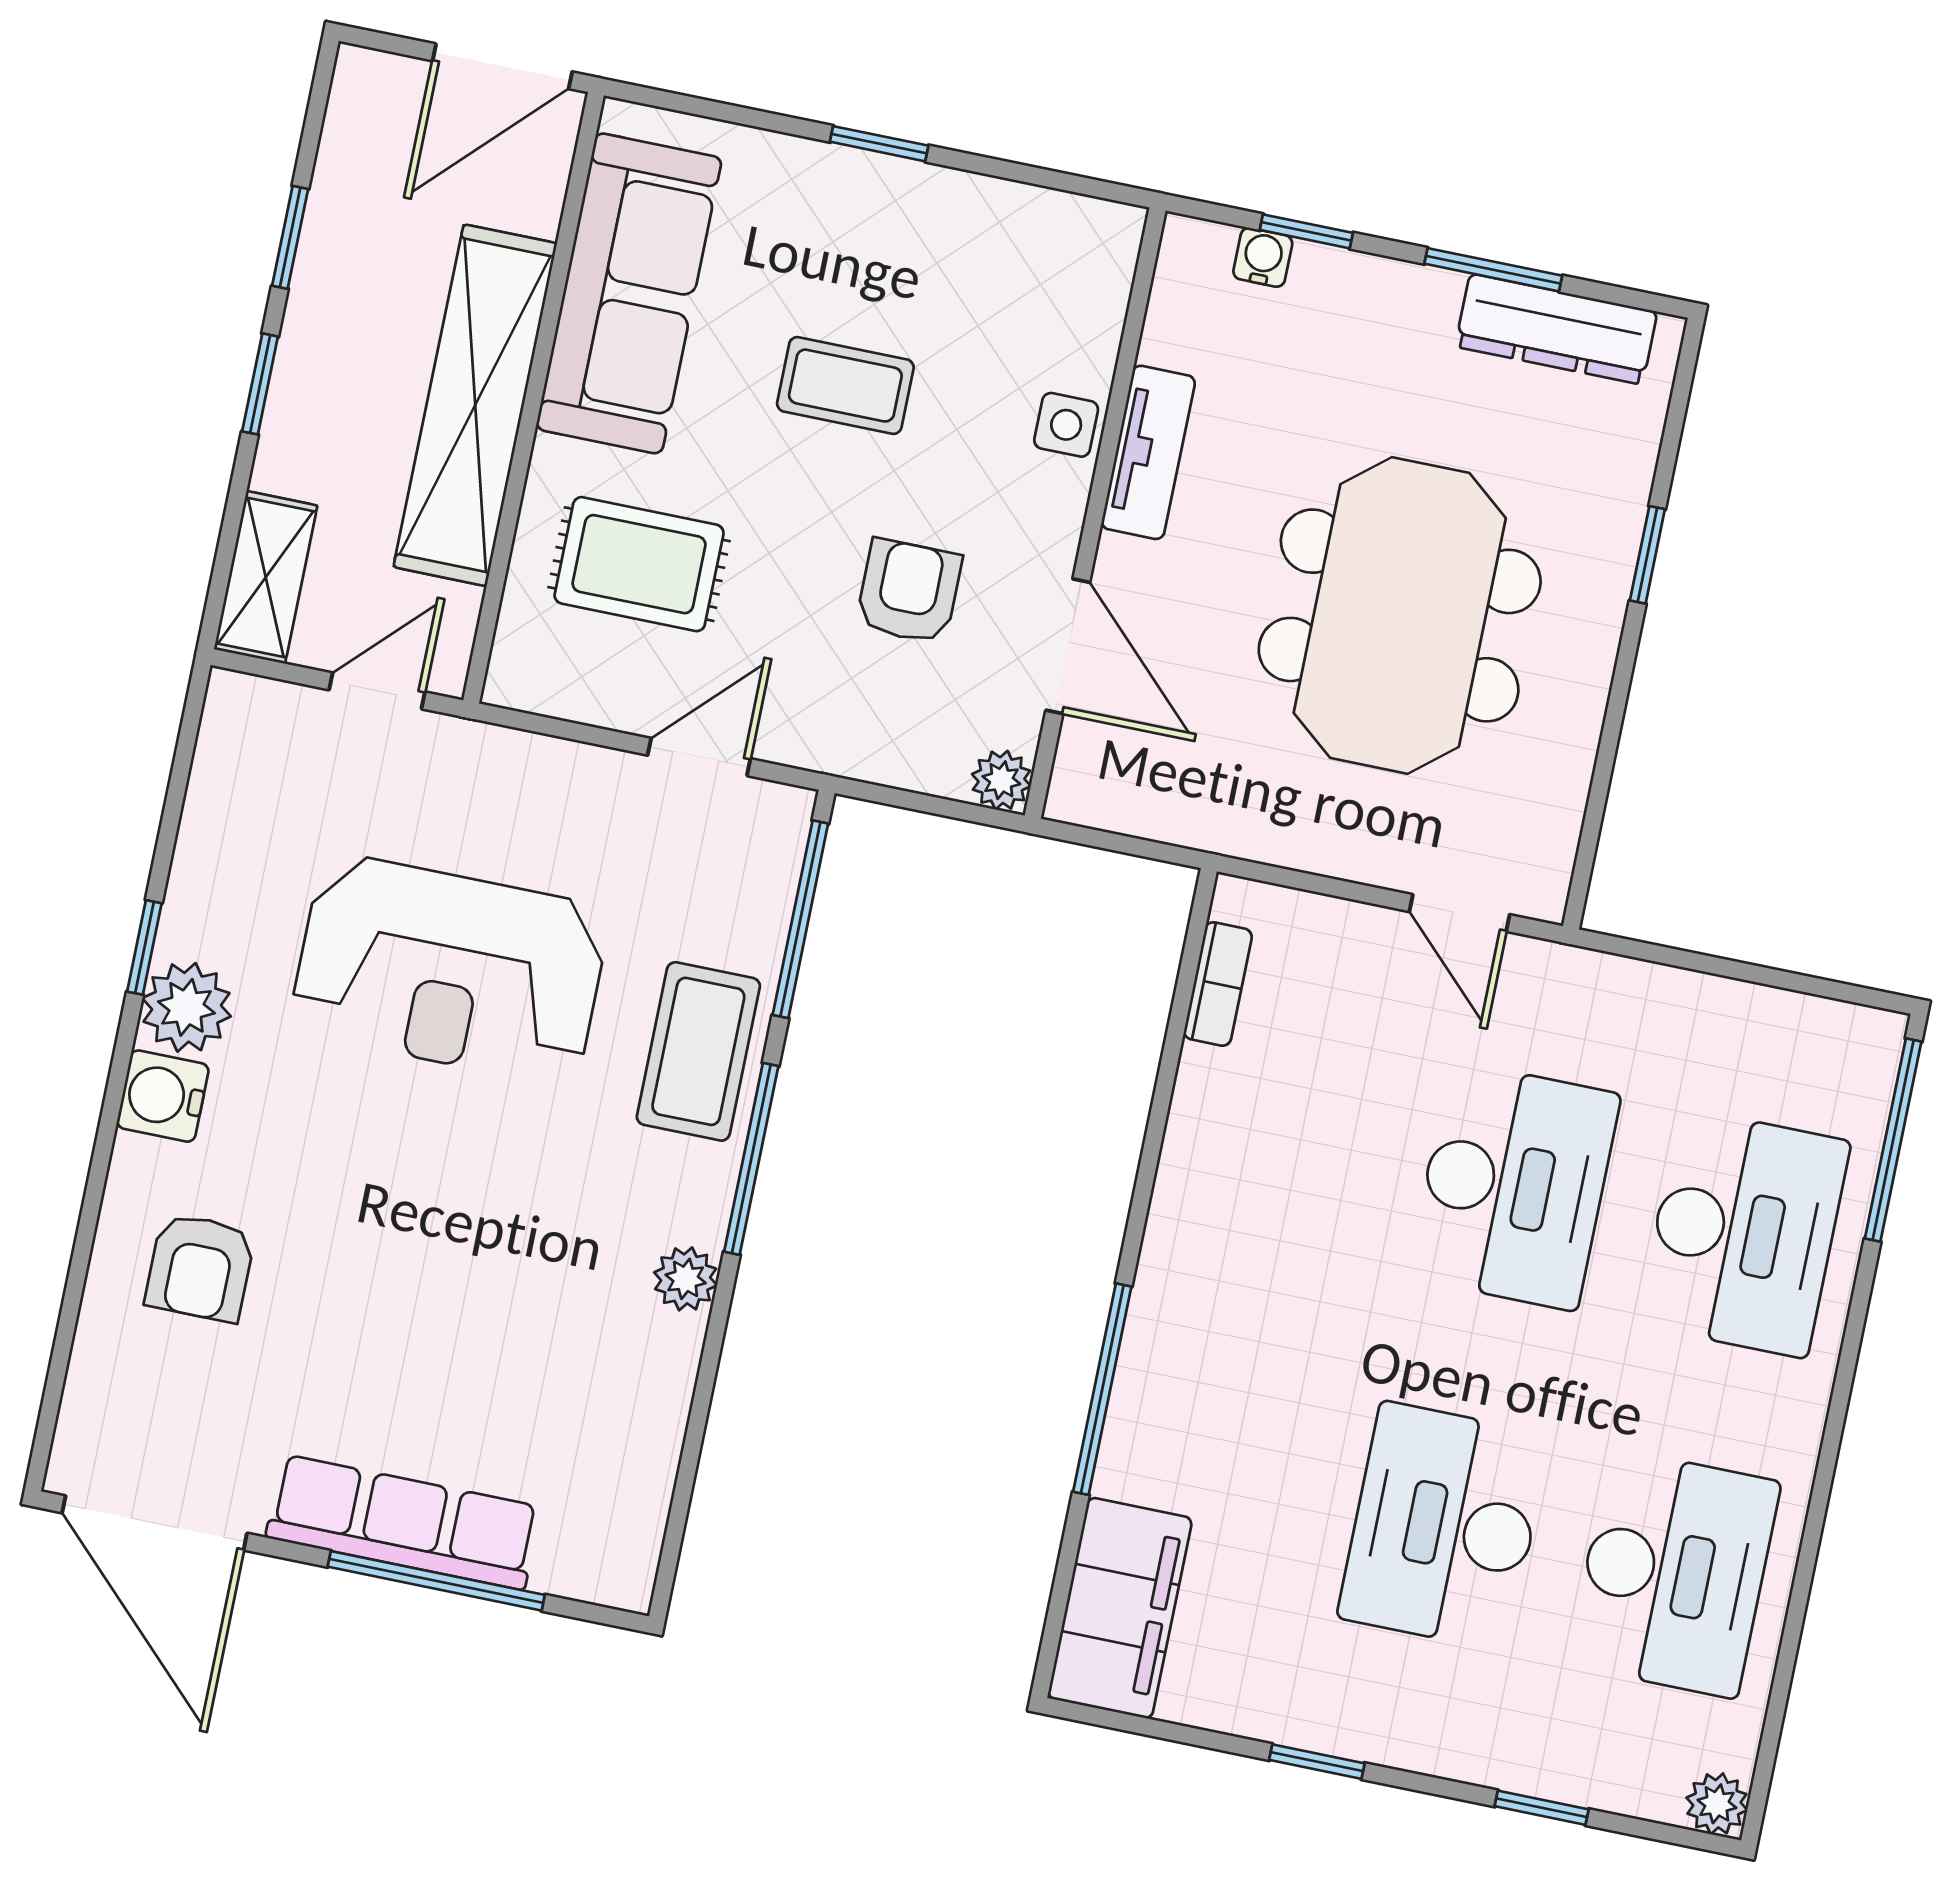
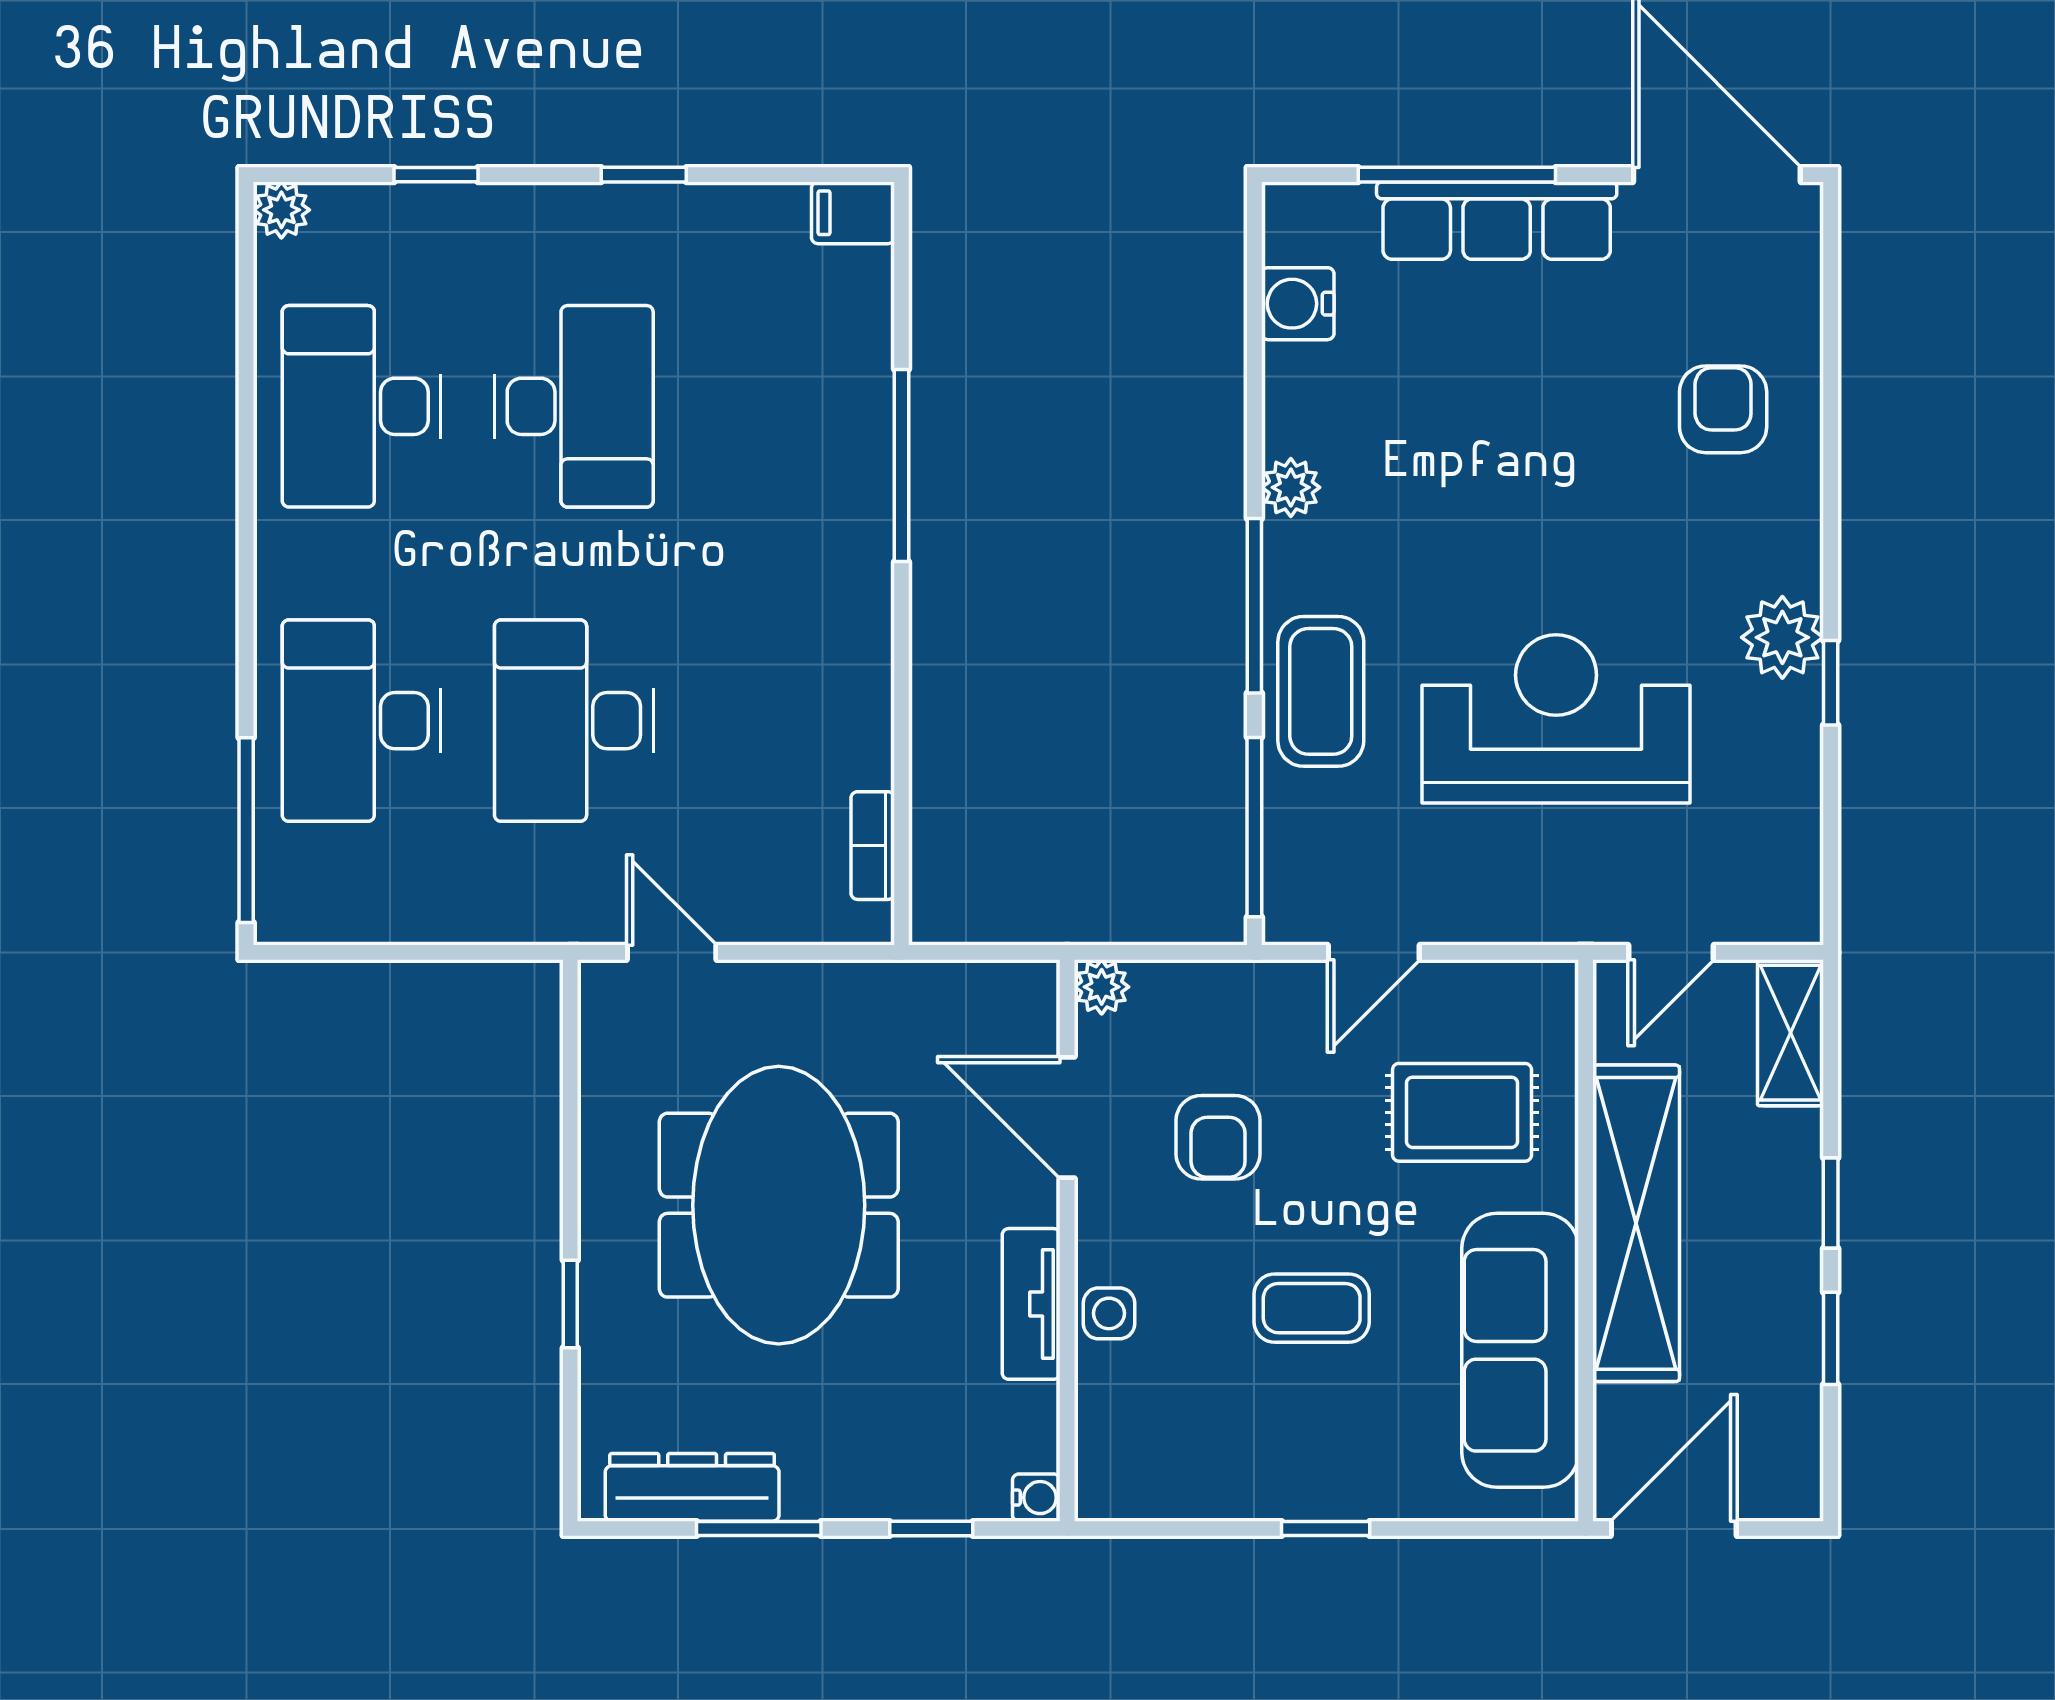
water cooler: (1263, 257) -> (1036, 1498), moved, turned -90
water cooler: (163, 1096) -> (1298, 304), moved, turned 180
filing cabinet: (1120, 1608) -> (853, 213), width x0.33, depth x0.86

